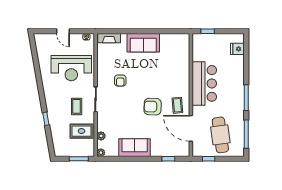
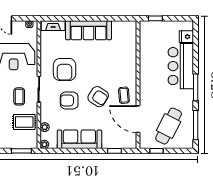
sofa: (143, 43) -> (89, 30), width x1.36
armchair: (120, 81) -> (65, 70), width x1.88, depth x1.88
bar counter: (204, 83) -> (181, 66), moved, turned 180
armchair: (153, 107) -> (98, 97), turned -149
armchair: (125, 110) -> (69, 100), added
cafe table: (220, 135) -> (169, 126), turned 35
sofa: (135, 148) -> (79, 139), width x1.36

